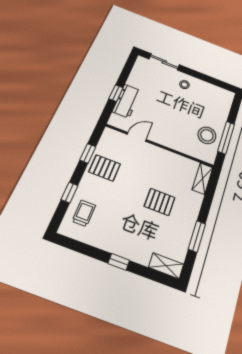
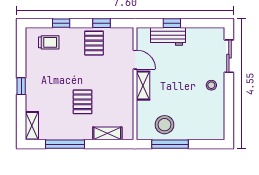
shelving: (164, 139) -> (143, 86), added
shelving: (202, 179) -> (107, 133), moved
window: (197, 236) -> (65, 144), width x1.44

